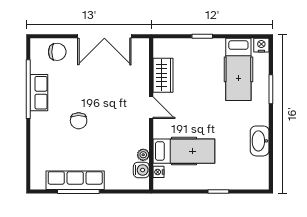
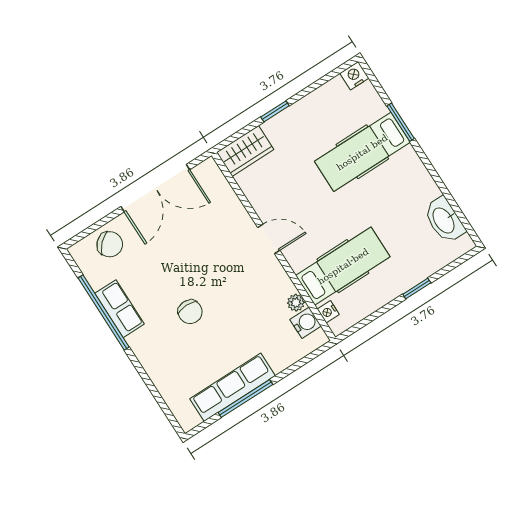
chair: (57, 52) -> (110, 244), turned 46
hospital bed: (238, 69) -> (362, 152), moved, turned 90
wardrobe: (163, 75) -> (245, 151), moved, turned 90
washbasin: (260, 141) -> (444, 220), moved

